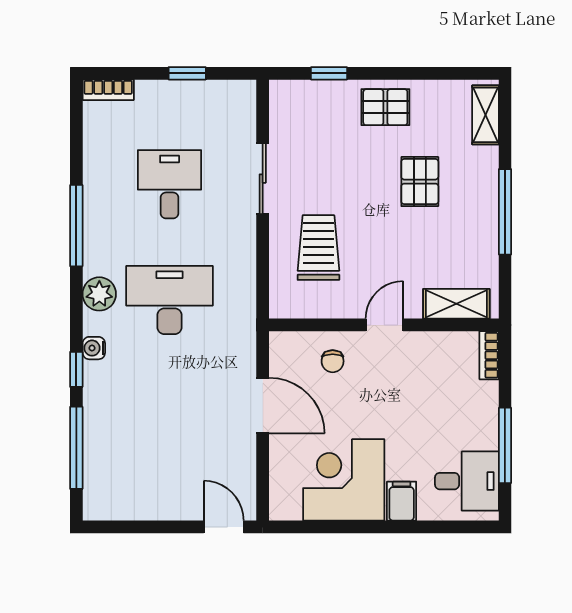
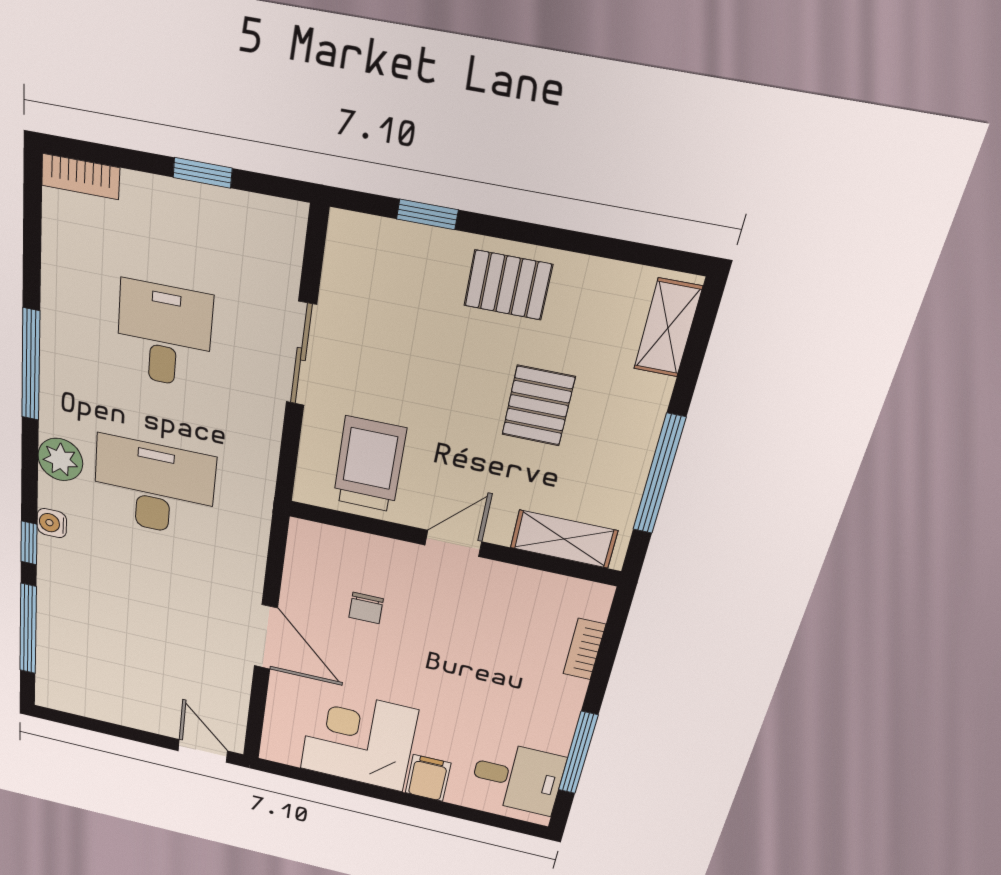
shelving: (456, 304) -> (564, 539), moved
door: (384, 325) -> (453, 543), moved
wall: (384, 325) -> (452, 543), moved

